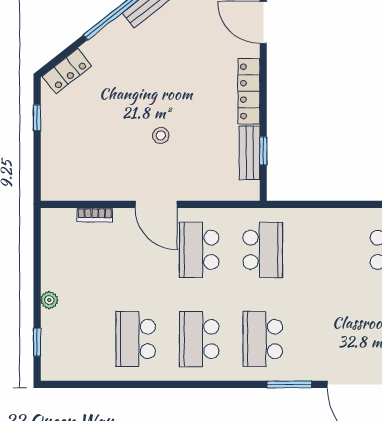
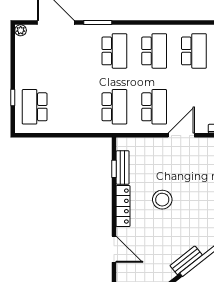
stool: (161, 135) -> (162, 200), moved, width x1.89, depth x1.89
door: (156, 204) -> (181, 135), hinge flipped
school desk: (263, 250) -> (114, 107), turned 180

